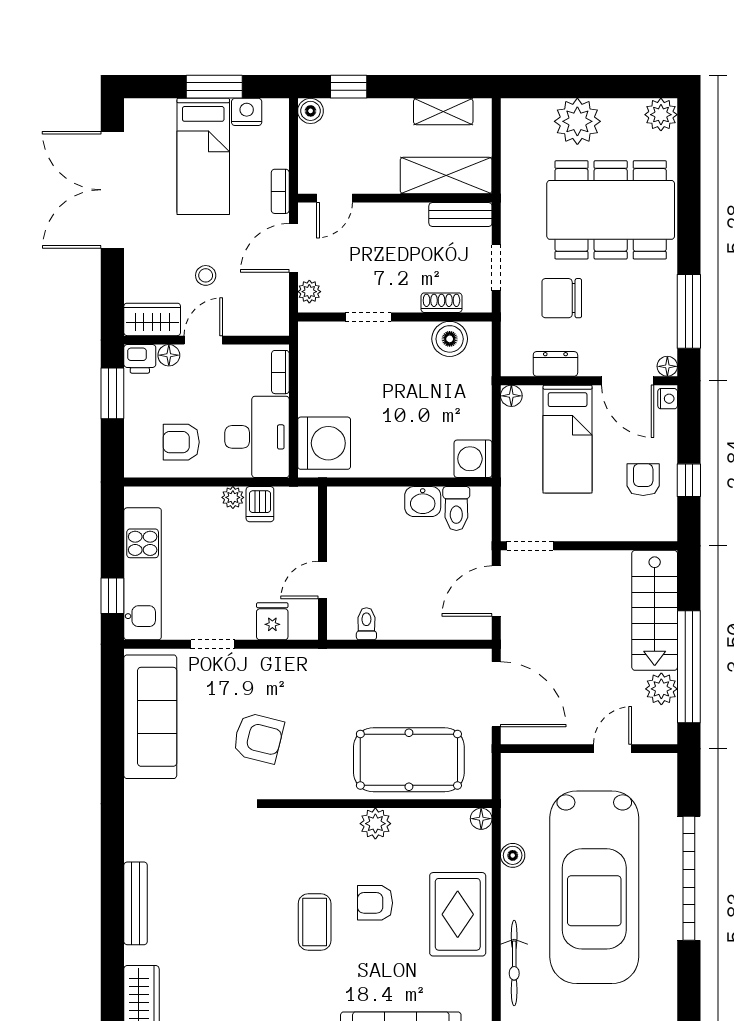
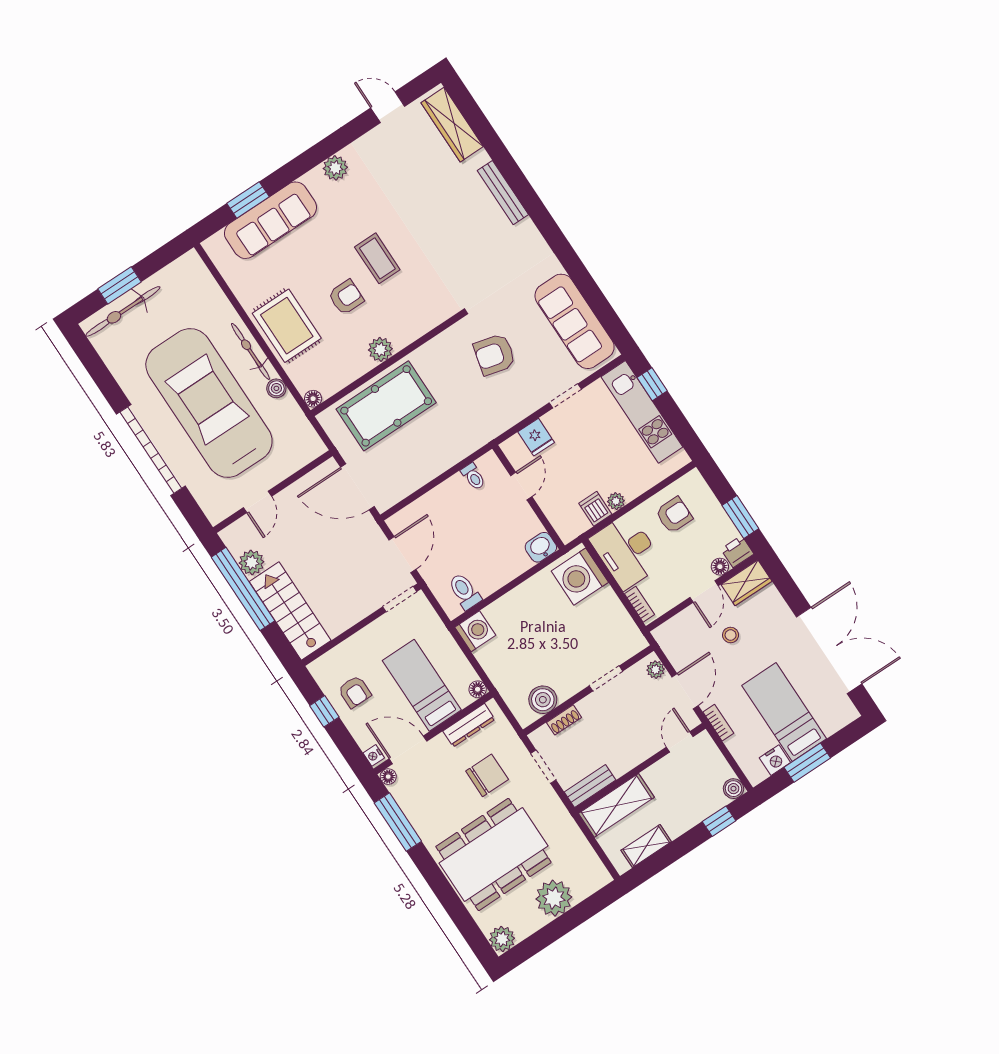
dresser: (555, 364) -> (469, 725), width x1.44
washbasin: (423, 502) -> (541, 547), moved
bicycle: (514, 963) -> (250, 351), moved

